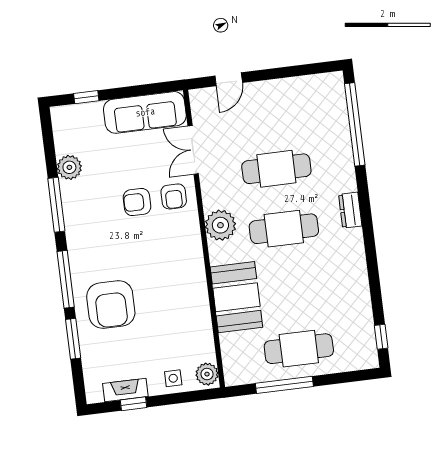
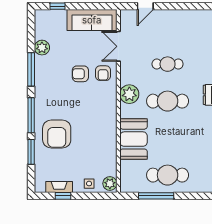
cafe table: (276, 169) -> (168, 64), width x0.73, depth x0.74

